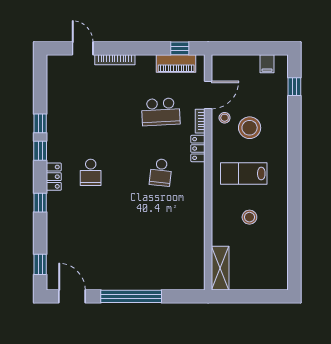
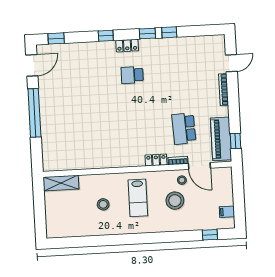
piano: (176, 63) -> (221, 139), width x1.37, depth x1.33
school desk: (161, 172) -> (135, 131), removed
lab bench: (244, 174) -> (138, 198), turned 180

